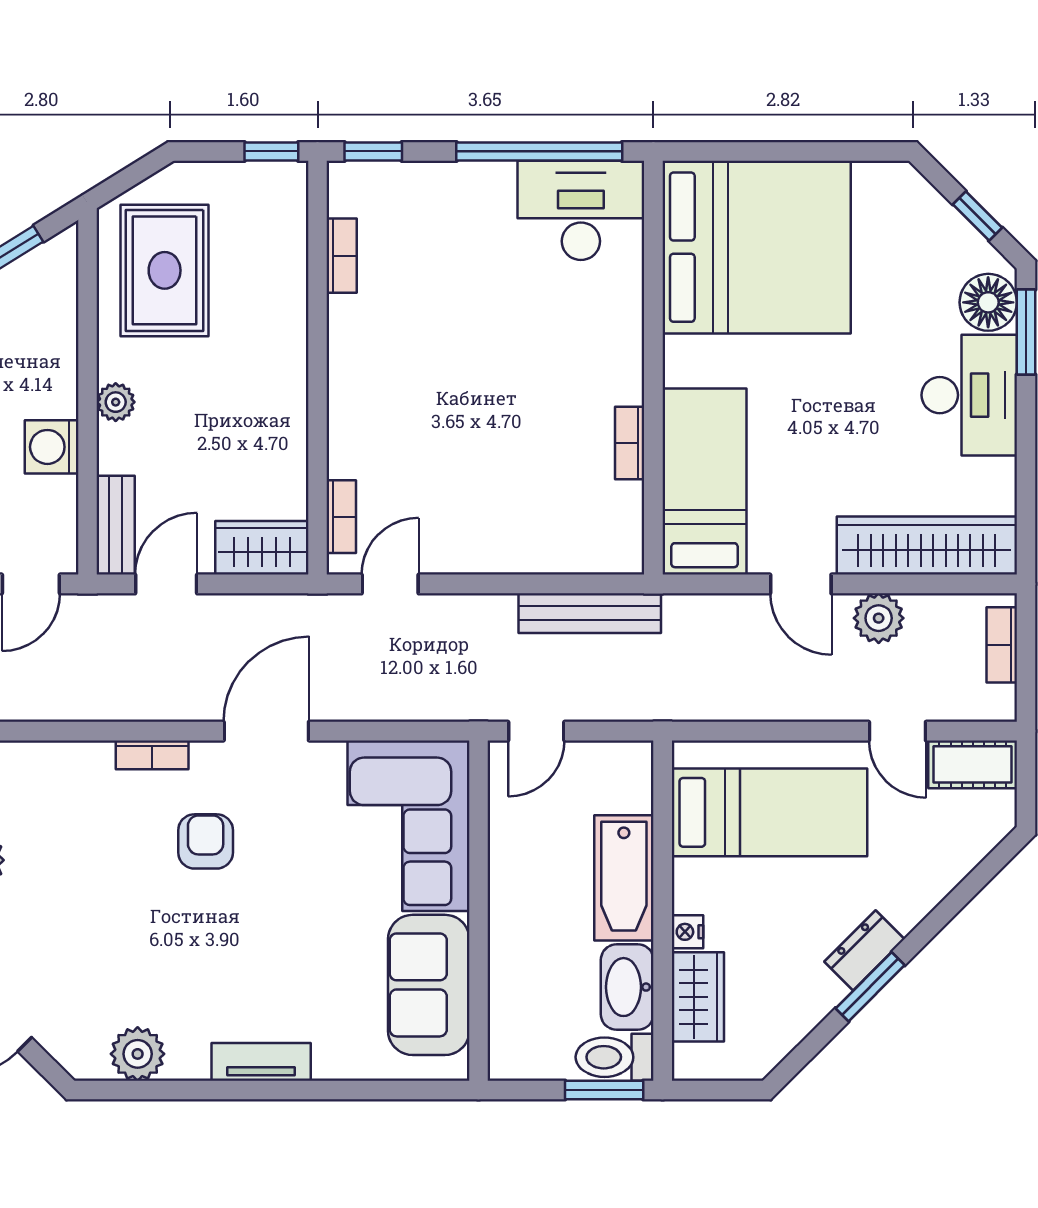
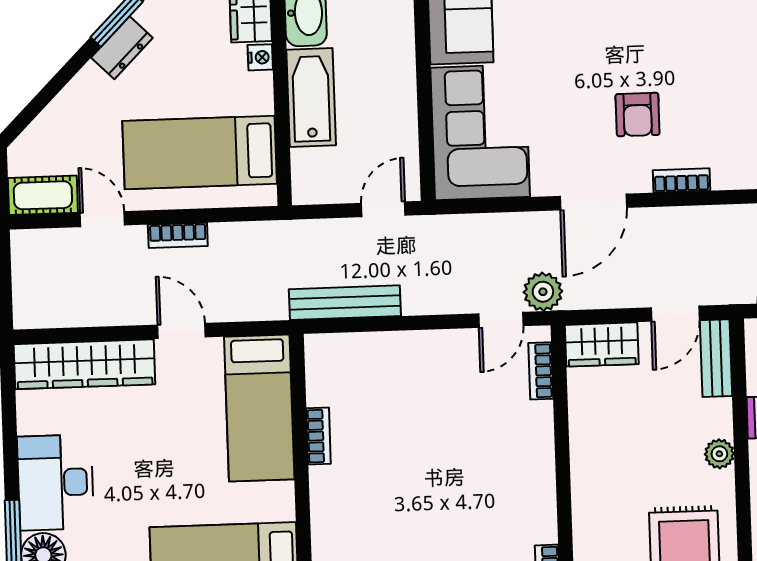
plant: (879, 618) -> (543, 292), moved
bookcase: (1002, 645) -> (178, 235), moved, turned 90

